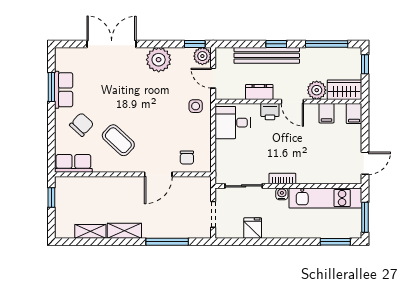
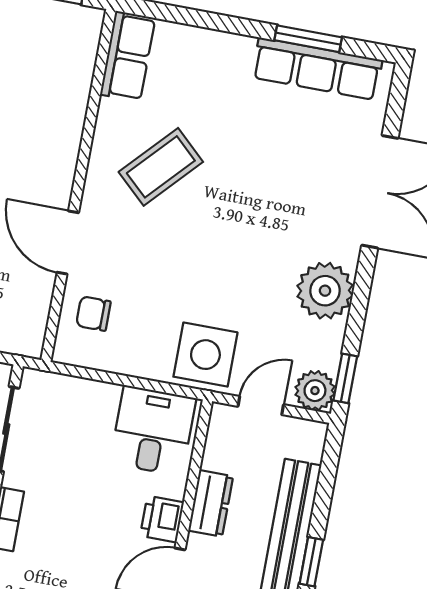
row of seats: (64, 90) -> (317, 69), width x1.48
side table: (196, 106) -> (205, 355), width x1.87, depth x1.87
chair: (82, 125) -> (211, 91), removed

